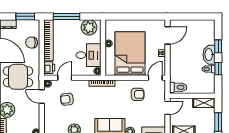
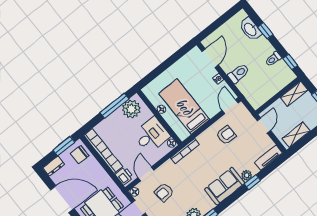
window: (66, 16) -> (114, 106), moved
chair: (32, 43) -> (80, 155), moved
bed: (130, 54) -> (184, 107), width x0.67
washbasin: (209, 55) -> (250, 29), moved
window: (218, 69) -> (290, 62), moved
toilet: (178, 87) -> (239, 73), moved

